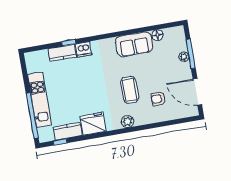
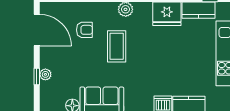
window: (191, 54) -> (37, 77), width x0.46

